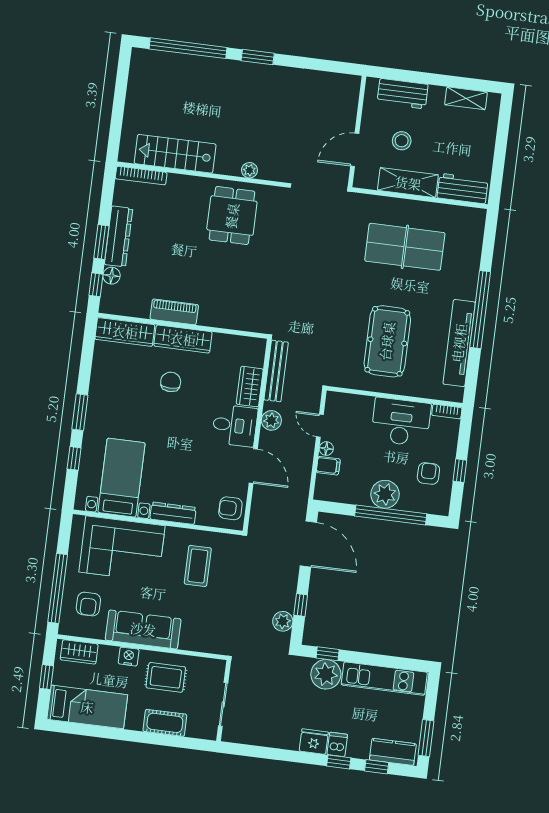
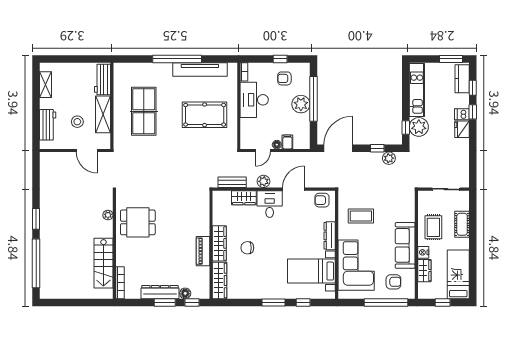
bench: (276, 371) -> (232, 182), width x0.73
armchair: (230, 508) -> (322, 200), turned 90
wardrobe: (79, 652) -> (424, 271), moved

